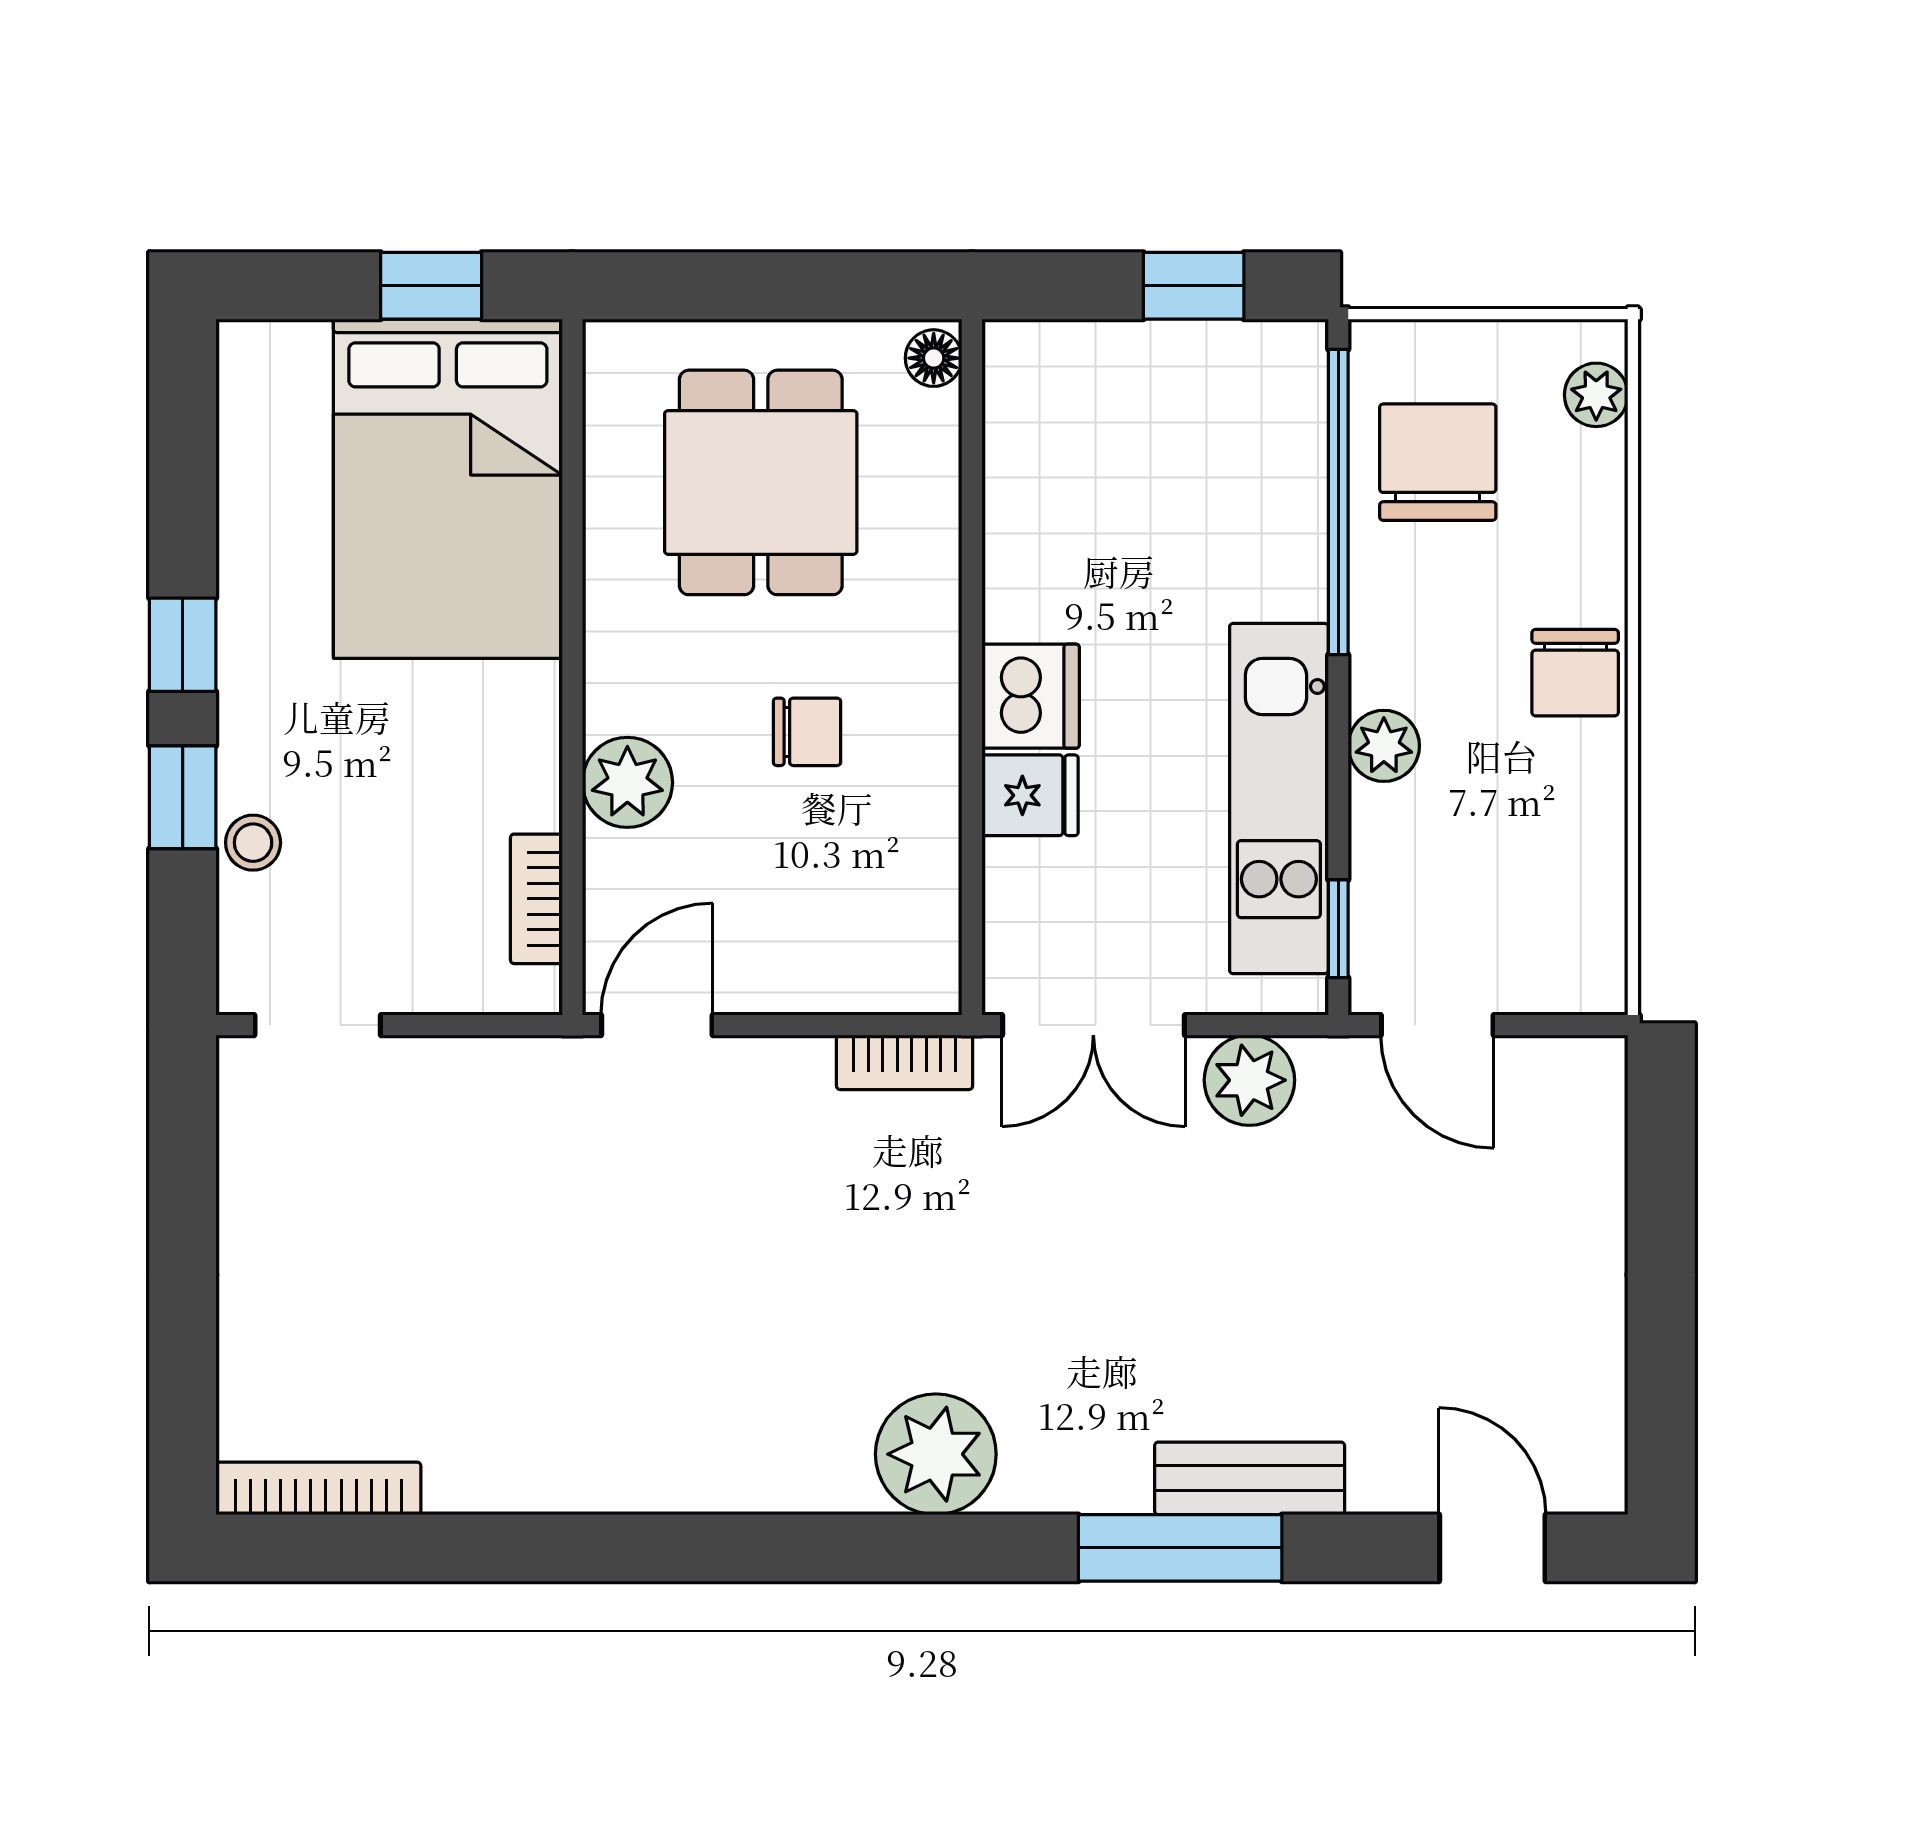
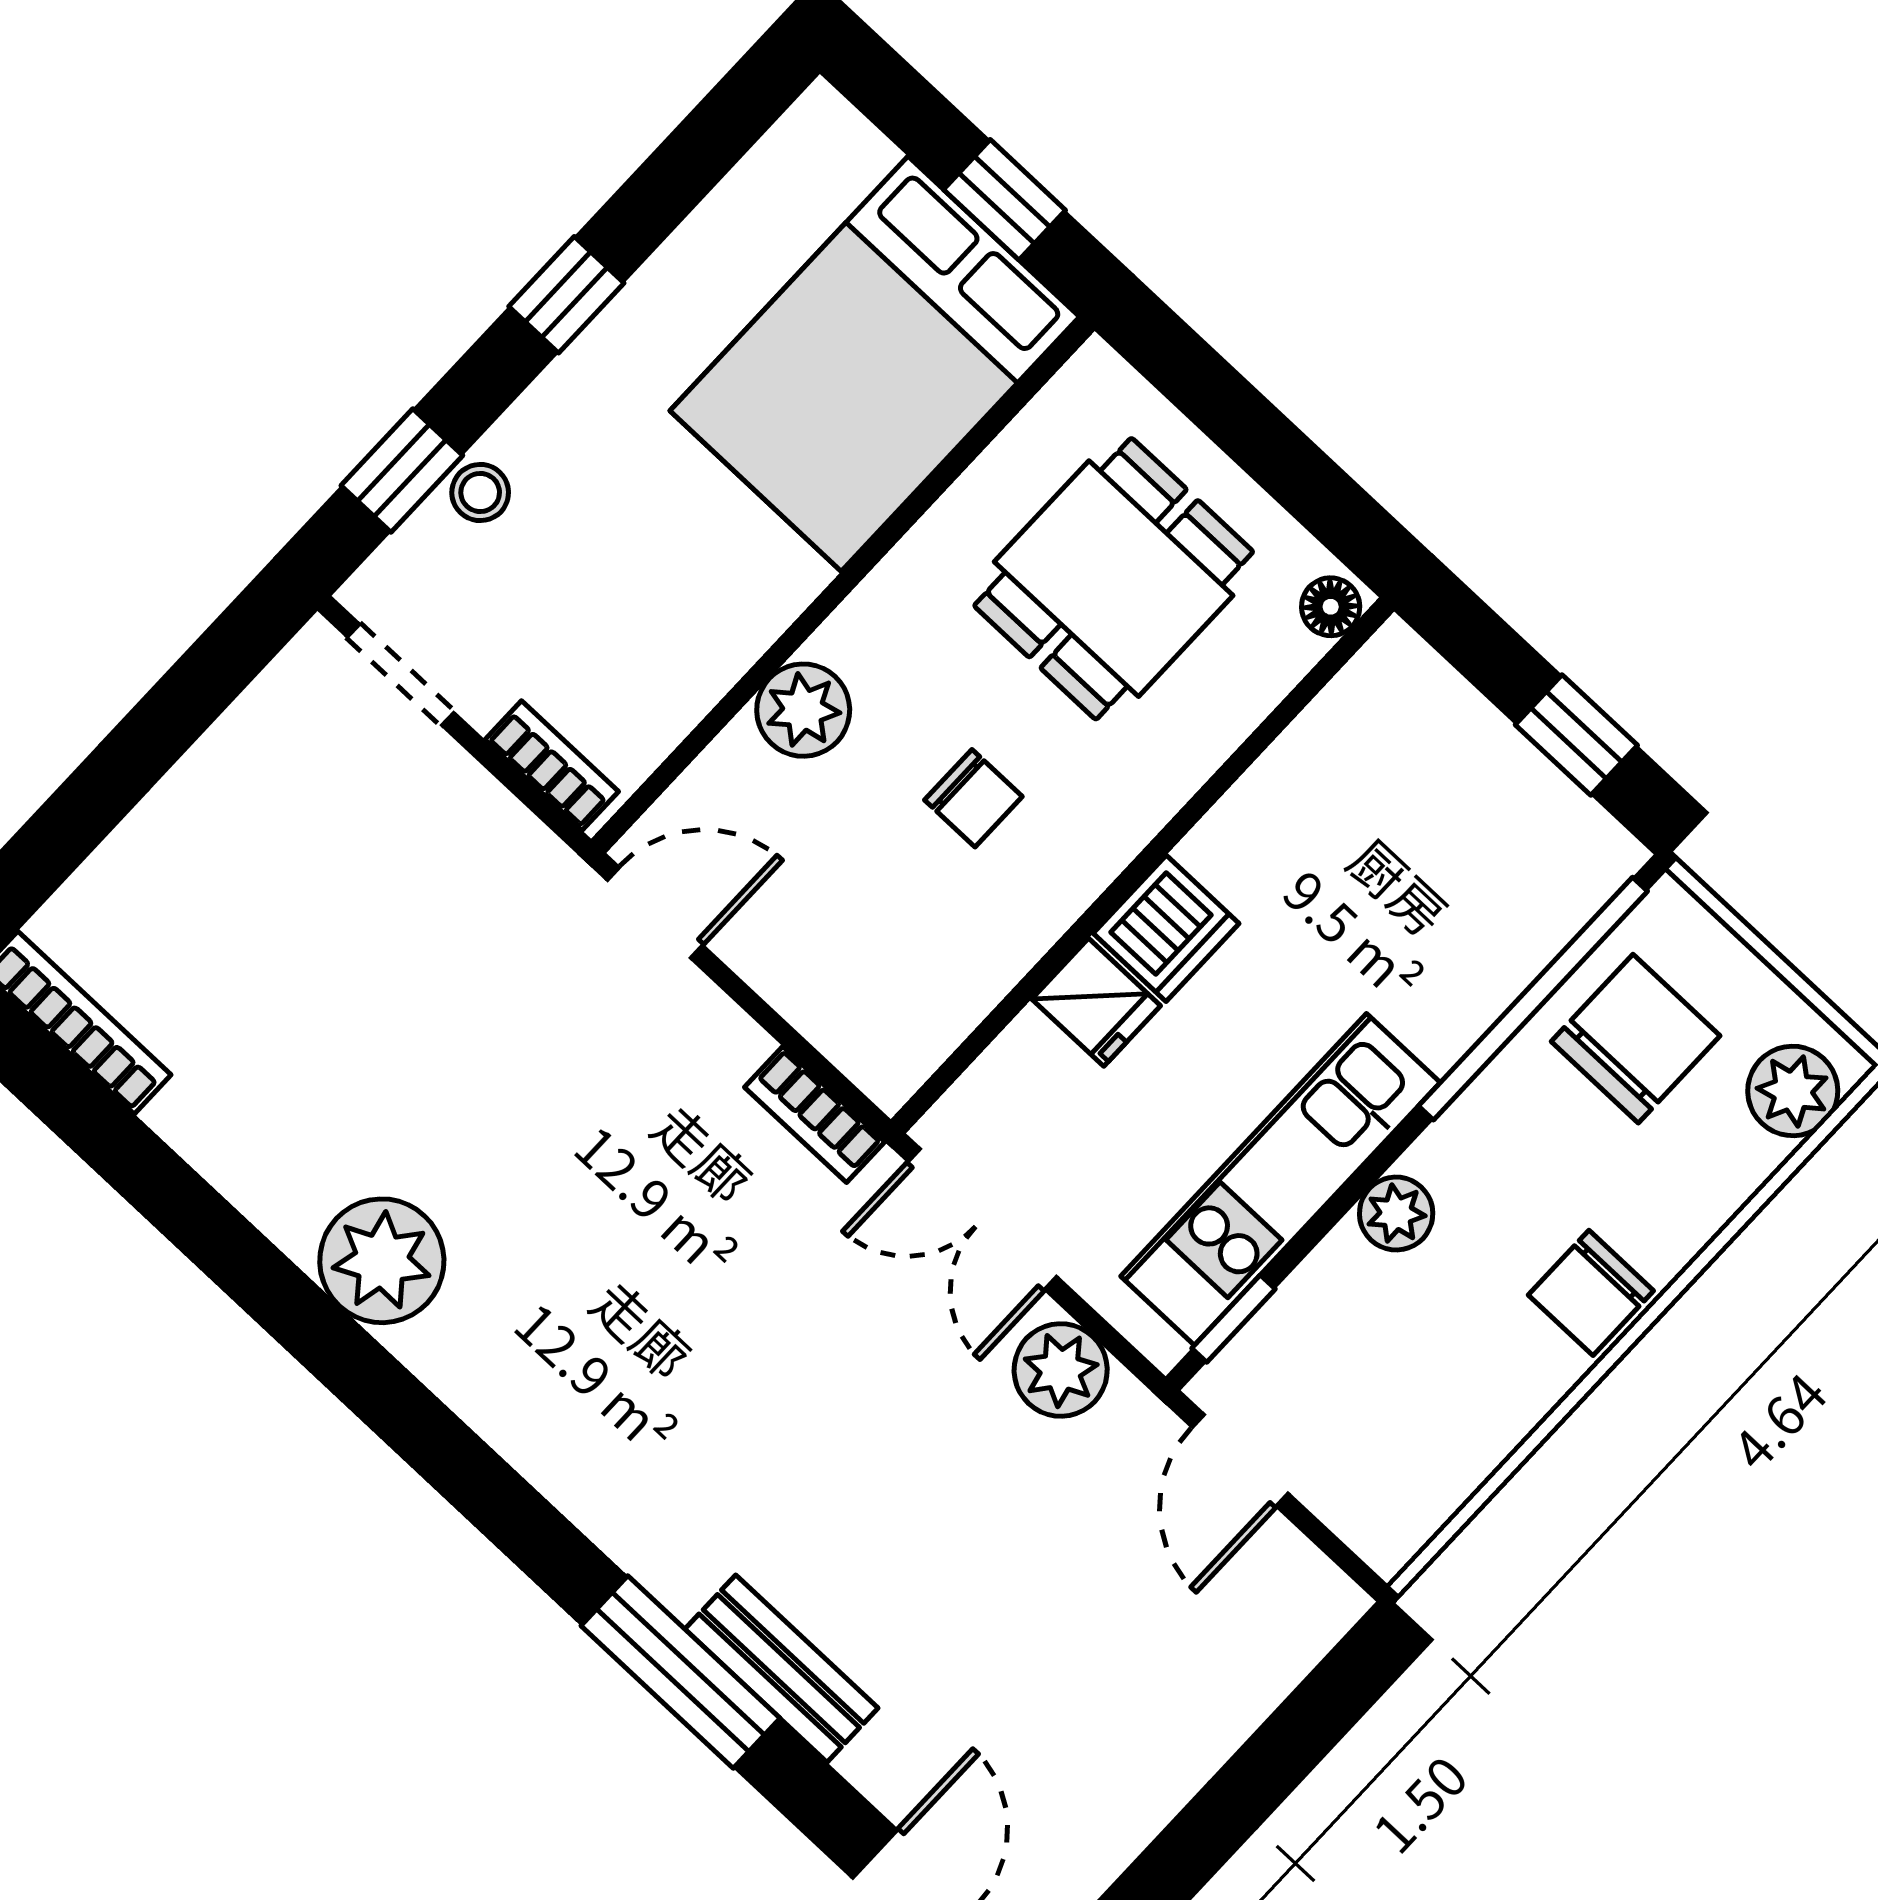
plant: (1596, 395) -> (1793, 1091), width x1.38, depth x1.38
window: (183, 797) -> (402, 470), moved
bookcase: (536, 899) -> (552, 766), moved, turned 90
plant: (936, 1454) -> (382, 1261), moved

